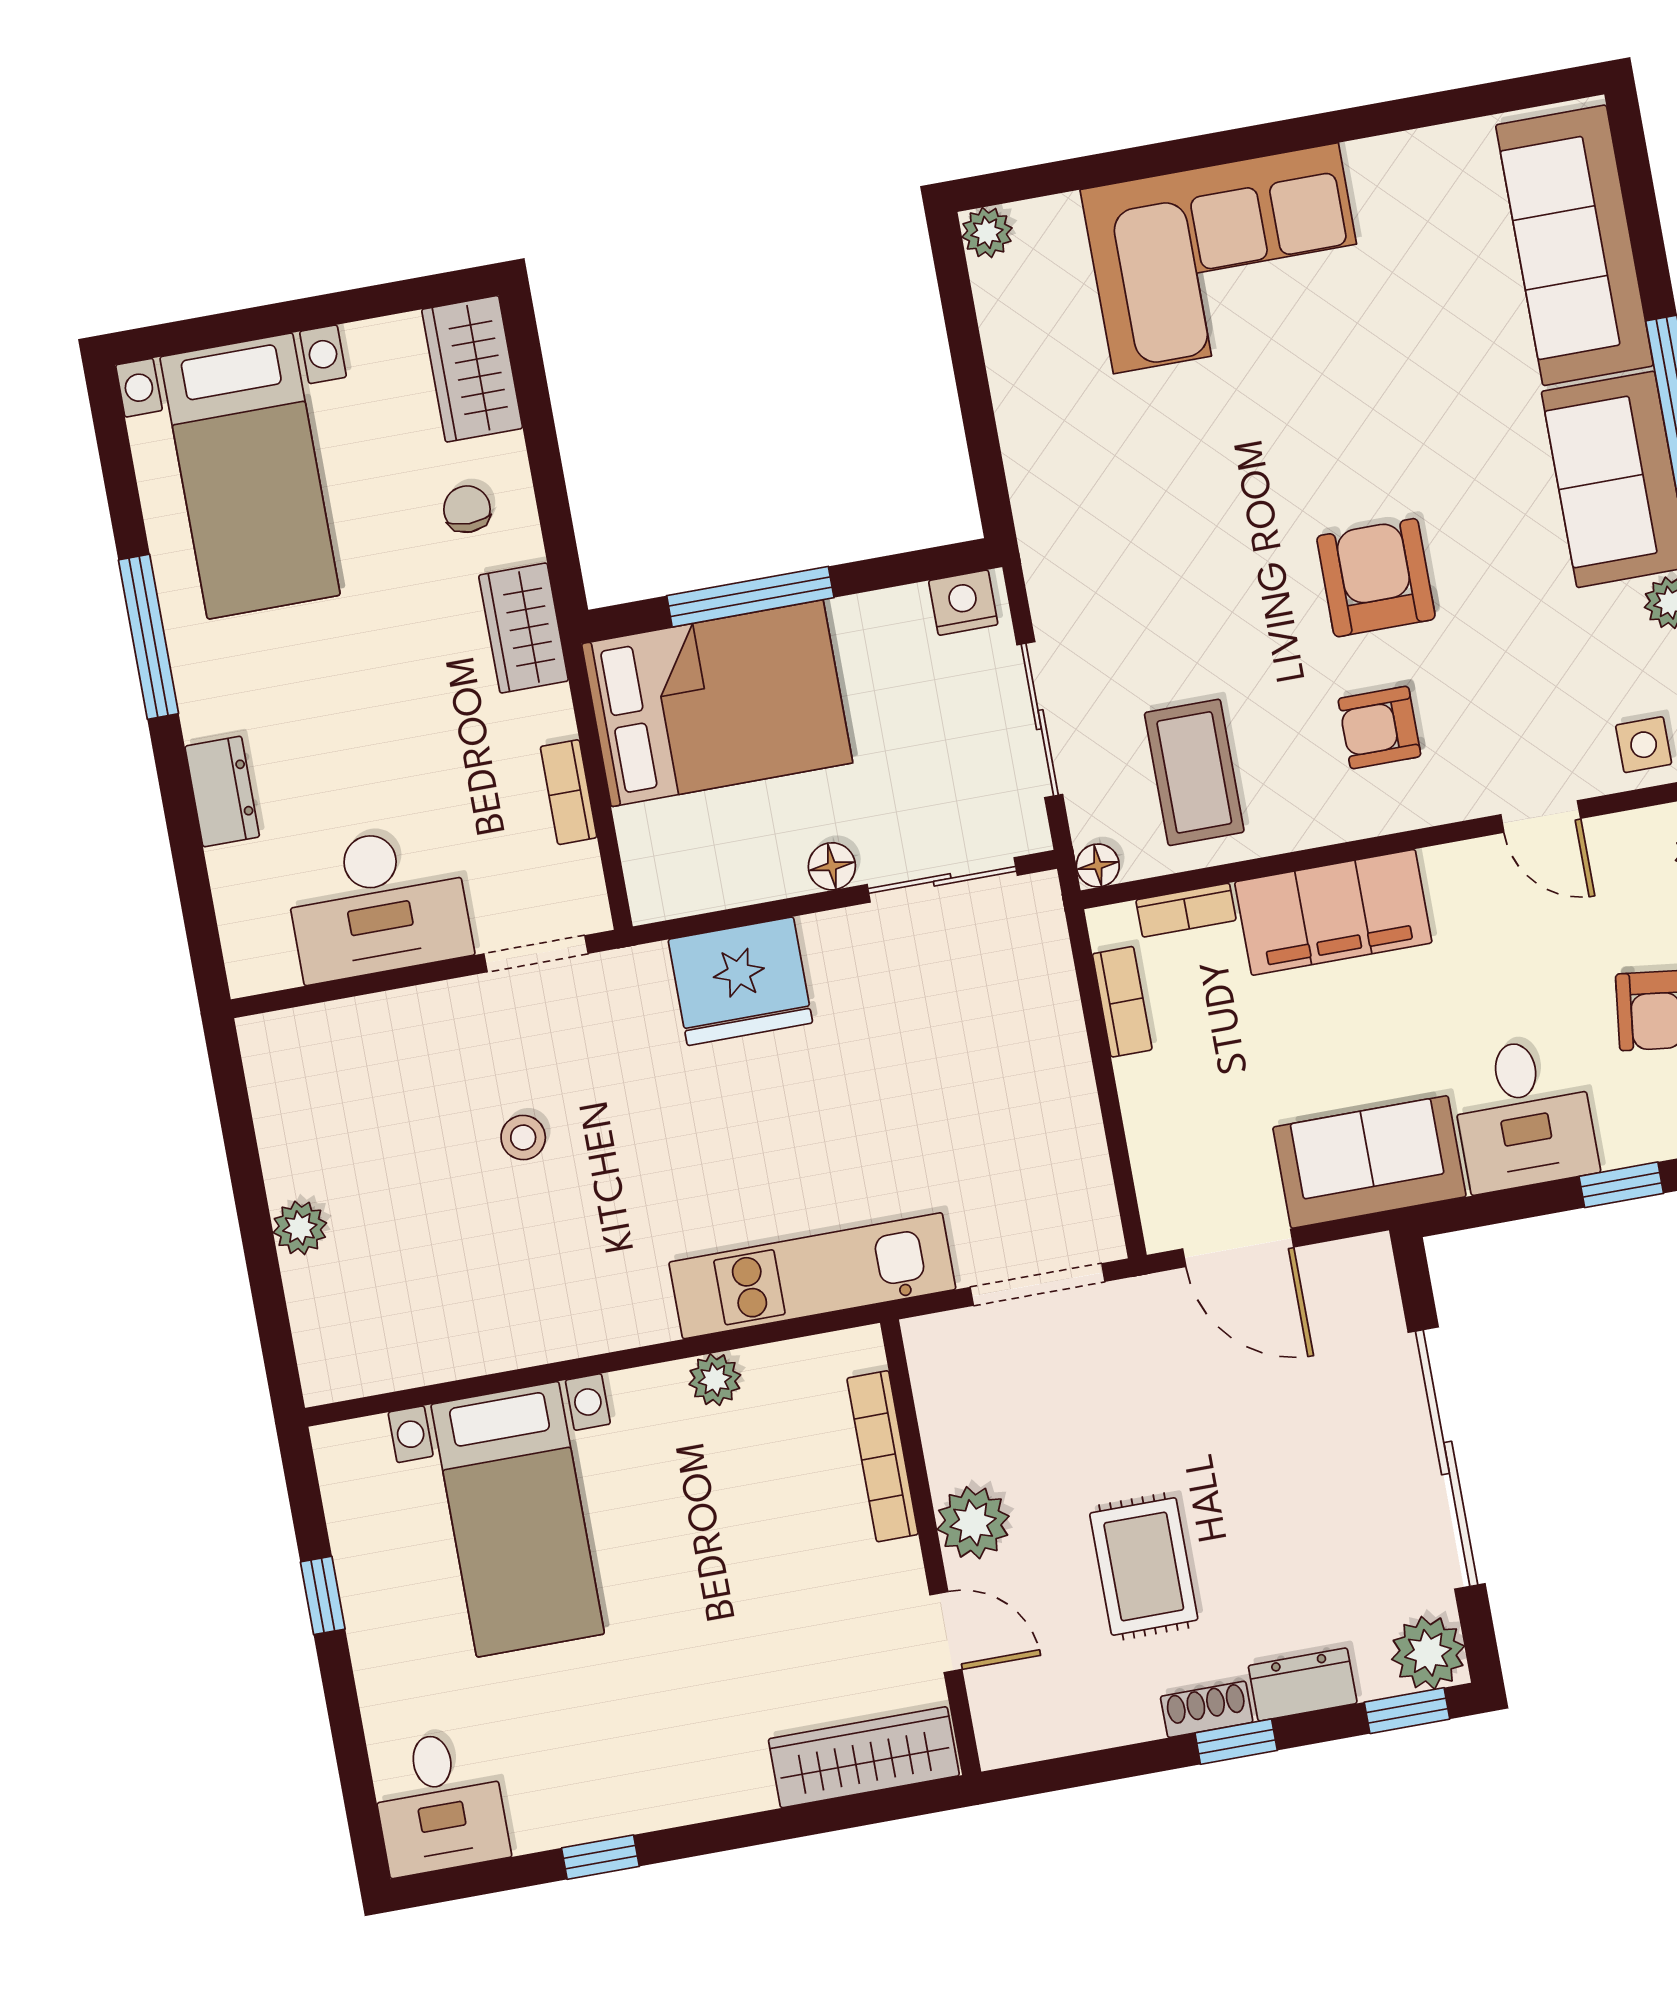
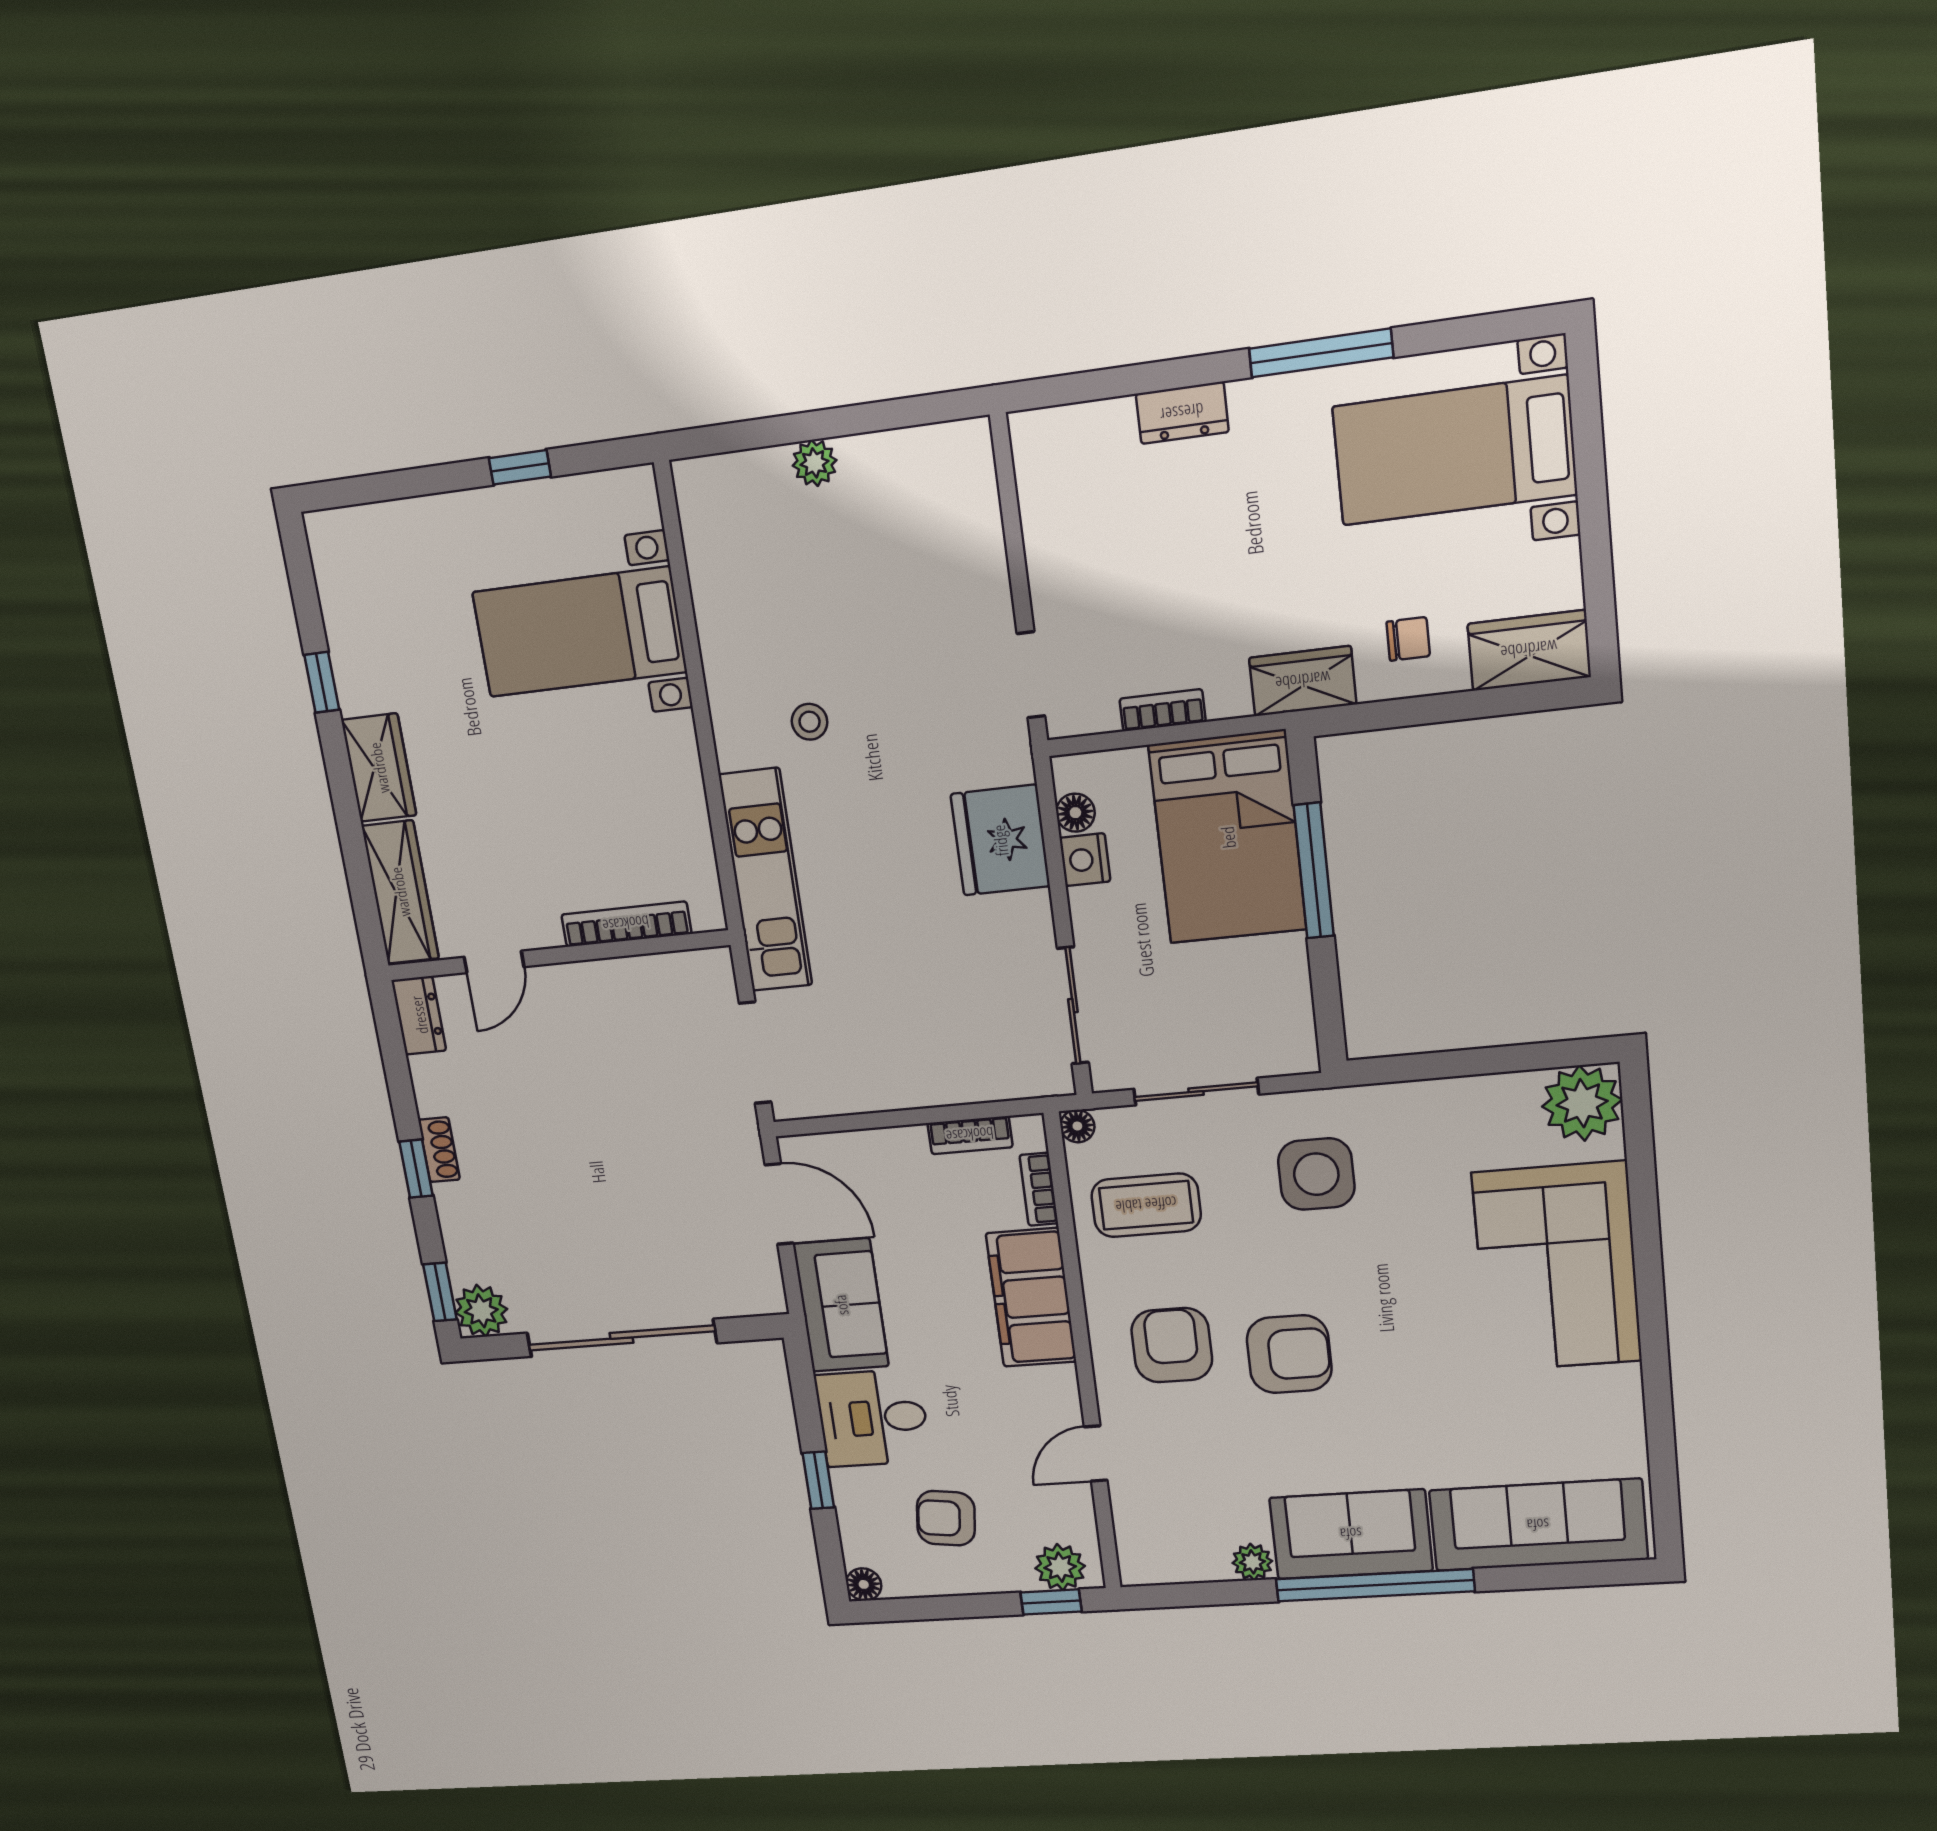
plant: (987, 232) -> (1582, 1103), width x1.87, depth x1.87
nightstand: (963, 603) -> (1085, 860), moved, turned 180
armchair: (1379, 728) -> (1172, 1345), width x1.38, depth x1.38
side table: (1644, 745) -> (1316, 1174), moved, width x1.87, depth x1.87
floor lamp: (832, 866) -> (1075, 813), moved
desk: (378, 903) -> (1080, 544), removed
stool: (523, 1138) -> (810, 722), moved
door: (1238, 1248) -> (779, 1204), swing flipped
plant: (715, 1380) -> (687, 798), removed
plant: (973, 1523) -> (576, 989), removed
rug: (1144, 1566) -> (543, 1113), removed
dresser: (1303, 1685) -> (419, 1015), moved
wardrobe: (704, 1783) -> (379, 768), added
desk: (439, 1802) -> (360, 555), removed

